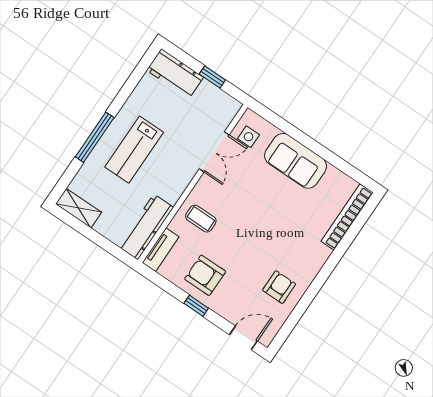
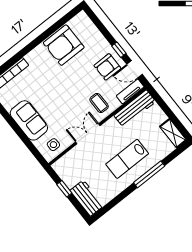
lab bench: (134, 150) -> (127, 159), turned 180
double door: (214, 152) -> (88, 134), moved
armchair: (205, 275) -> (107, 67), turned 90
armchair: (279, 287) -> (64, 45), width x1.88, depth x1.88
door: (243, 338) -> (135, 69), moved

